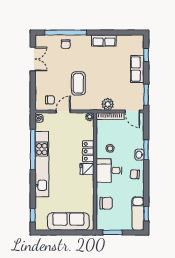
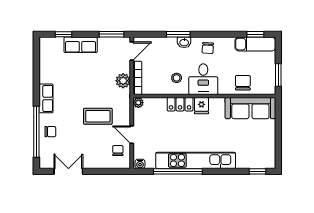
row of seats: (104, 41) -> (46, 98), moved
sofa: (68, 221) -> (250, 108), moved, turned -90

